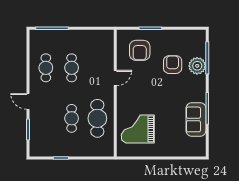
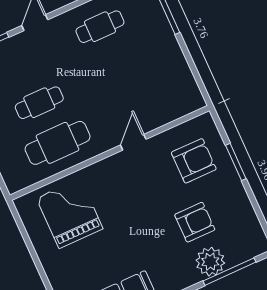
armchair: (140, 50) -> (194, 161), turned 180
cafe table: (72, 68) -> (118, 67), removed
door: (115, 78) -> (133, 142), swing flipped

